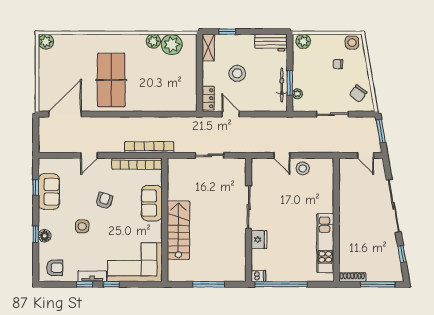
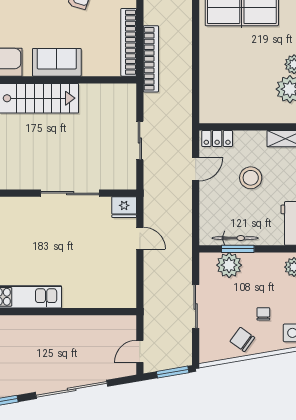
plant: (297, 94) -> (229, 265), width x1.87, depth x1.87
chair: (358, 94) -> (242, 339), moved
door: (282, 155) -> (140, 238), swing flipped
stool: (303, 168) -> (122, 266), removed
sofa: (152, 203) -> (57, 62), moved
fridge: (259, 240) -> (124, 207), moved

